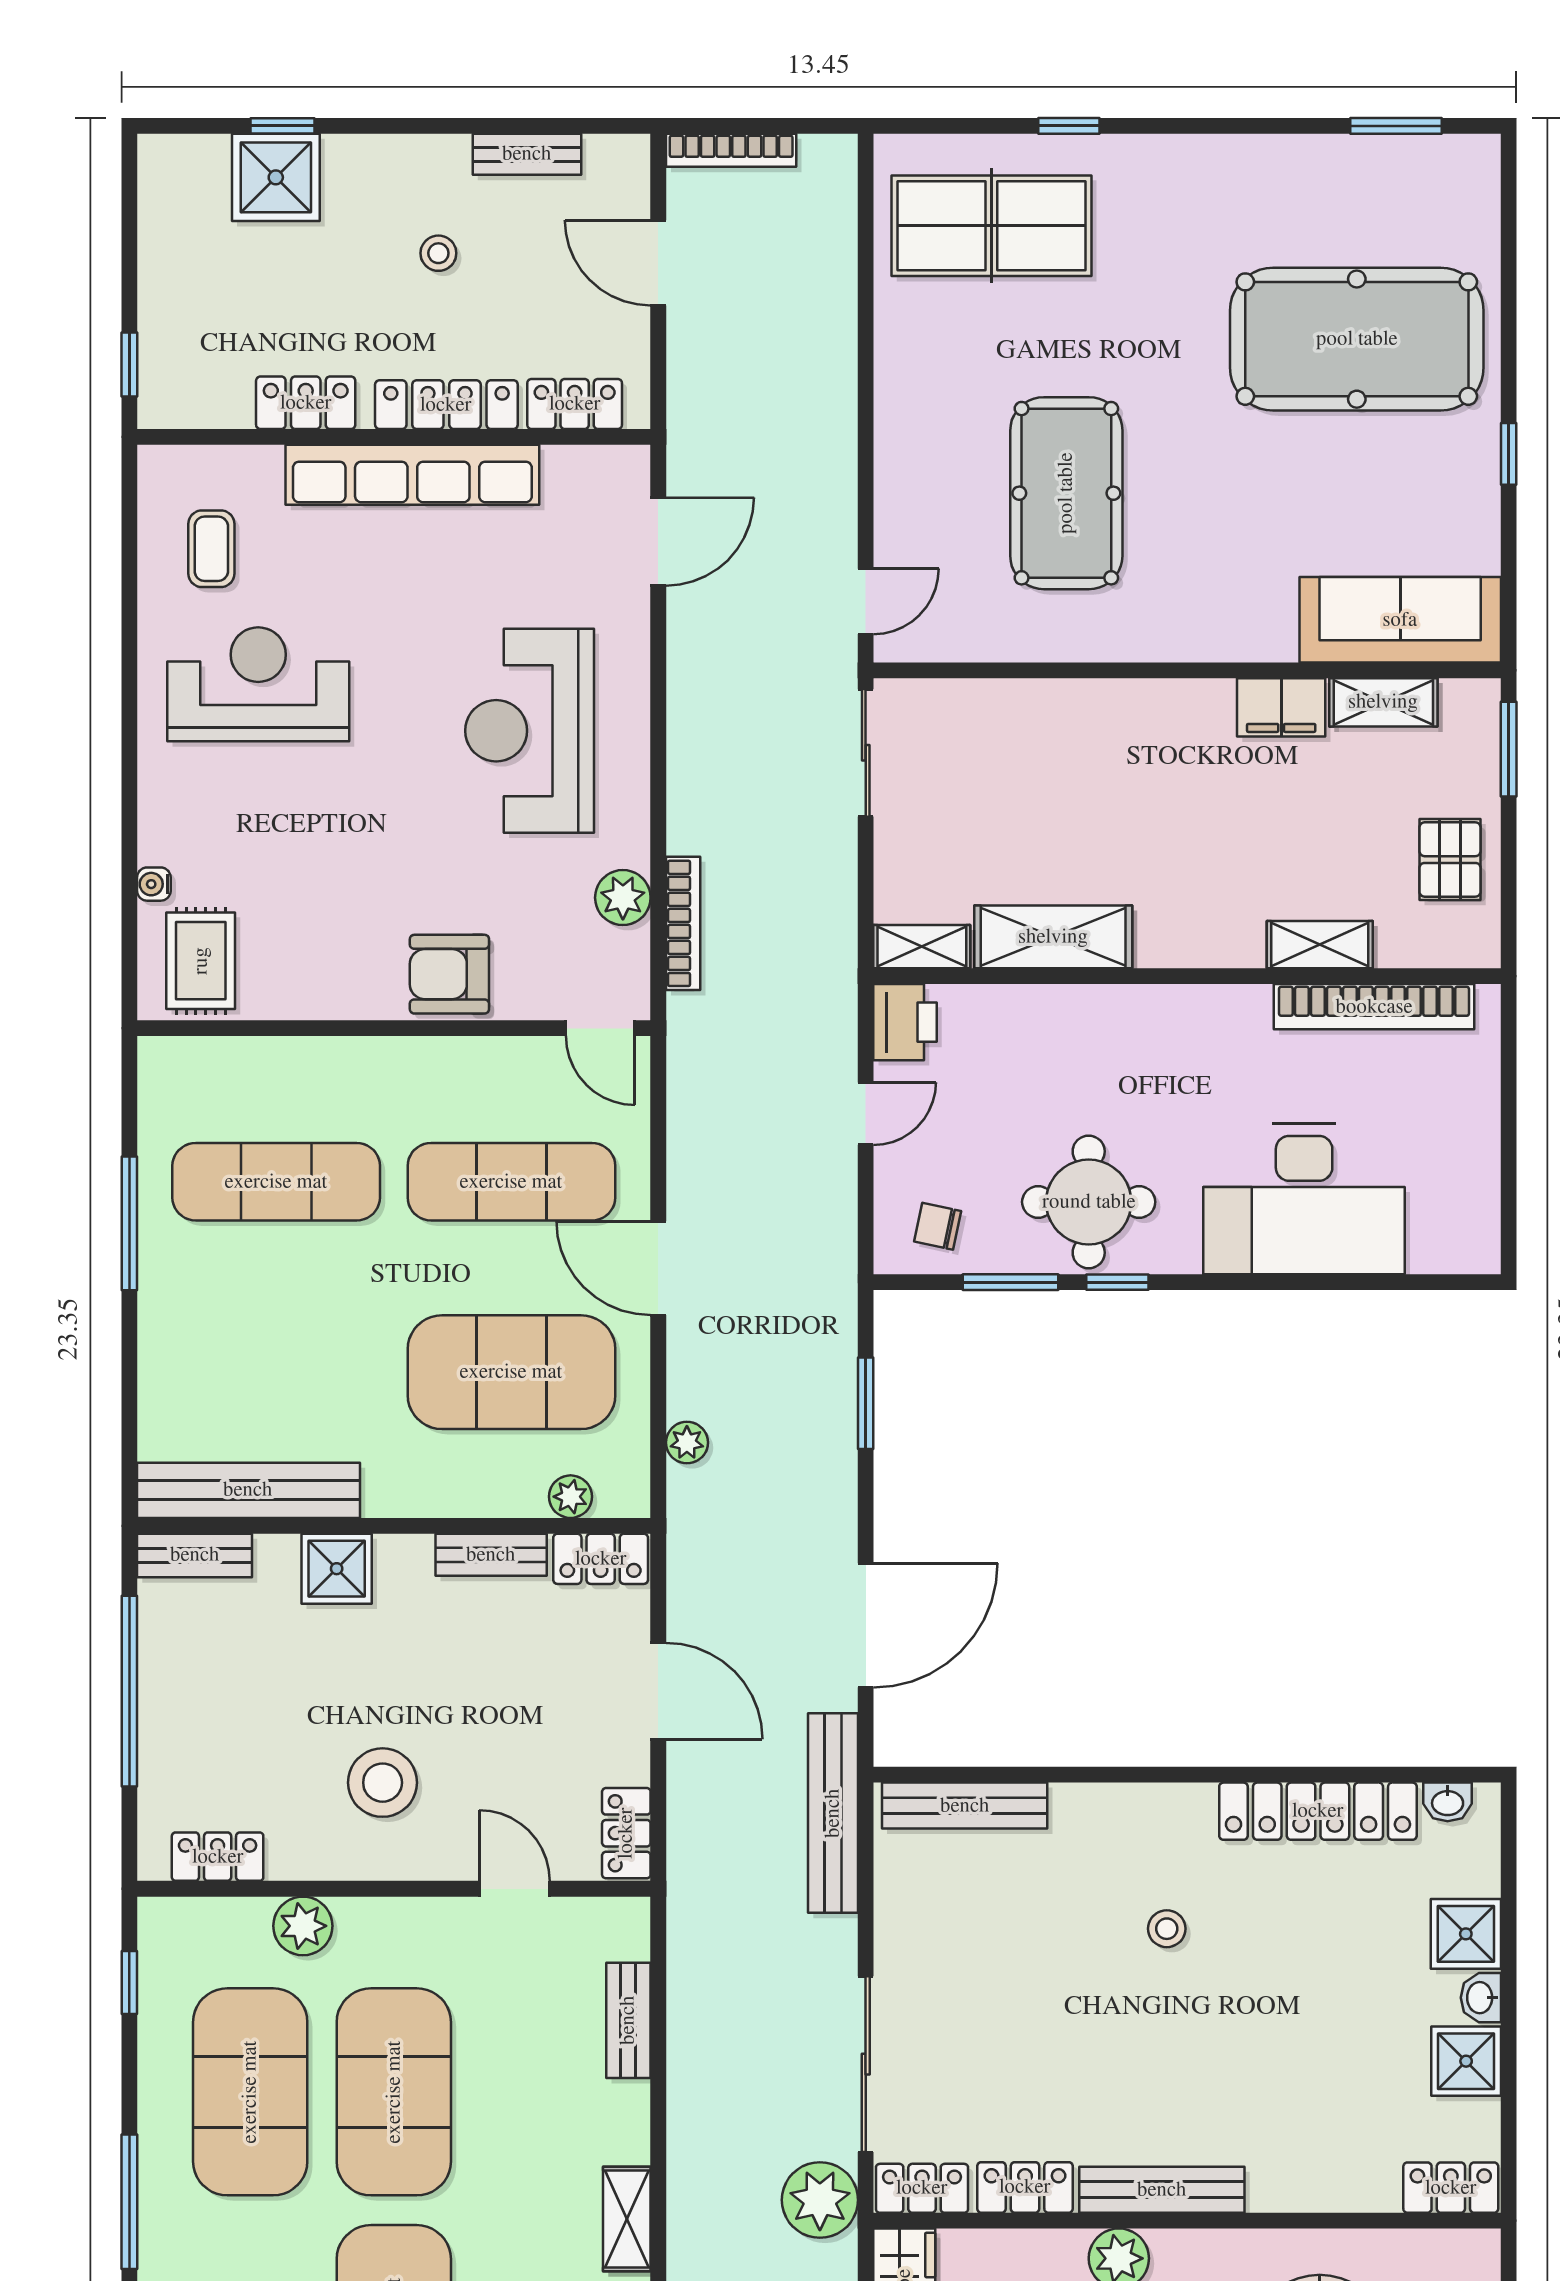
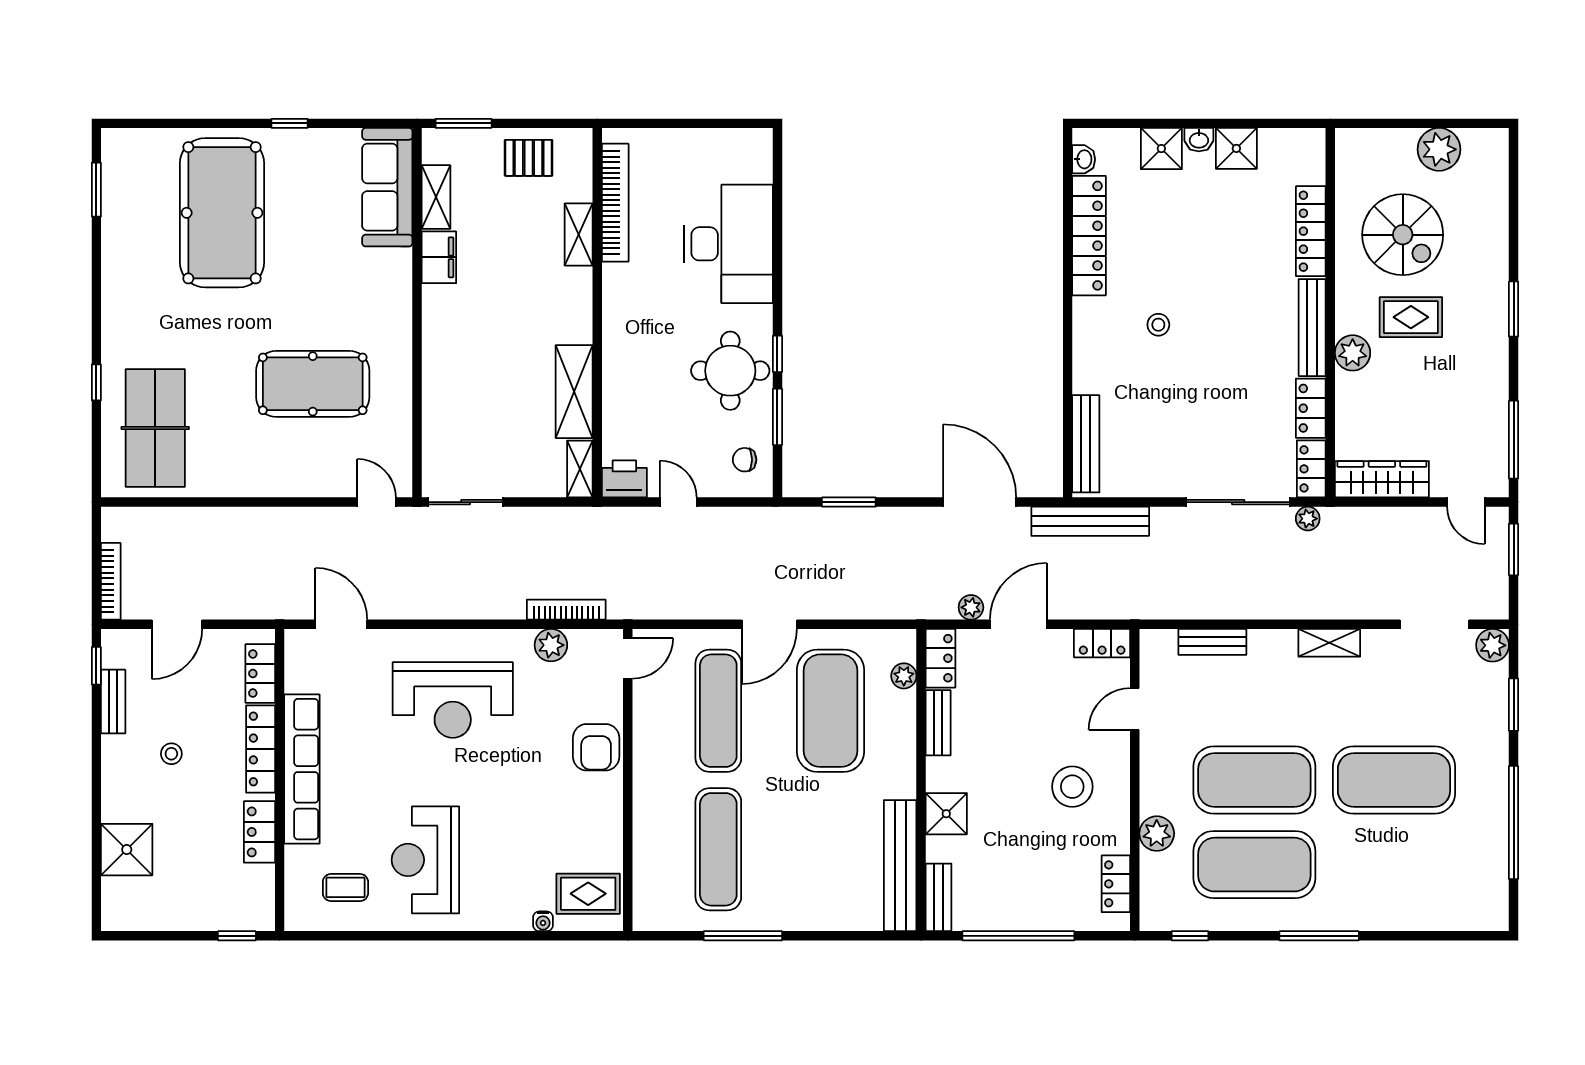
window: (282, 126) -> (96, 666), moved
chair: (938, 1226) -> (745, 460), turned 78
plant: (687, 1443) -> (971, 607), moved
locker: (1451, 2188) -> (1311, 231), moved, width x1.53
plant: (820, 2200) -> (1308, 519), width x0.53, depth x0.53

